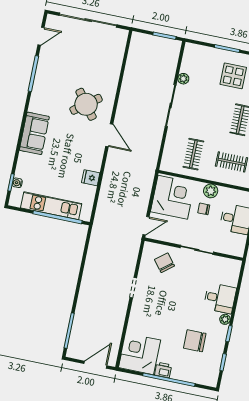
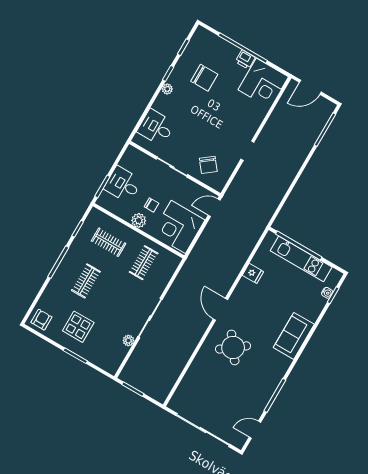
desk: (220, 298) -> (156, 127), moved

